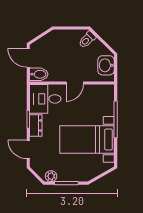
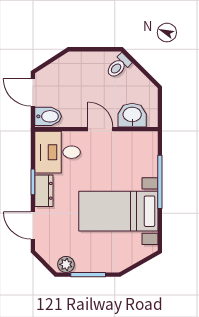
washbasin: (106, 65) -> (132, 115), moved, turned 90
door: (75, 83) -> (100, 129), swing flipped

